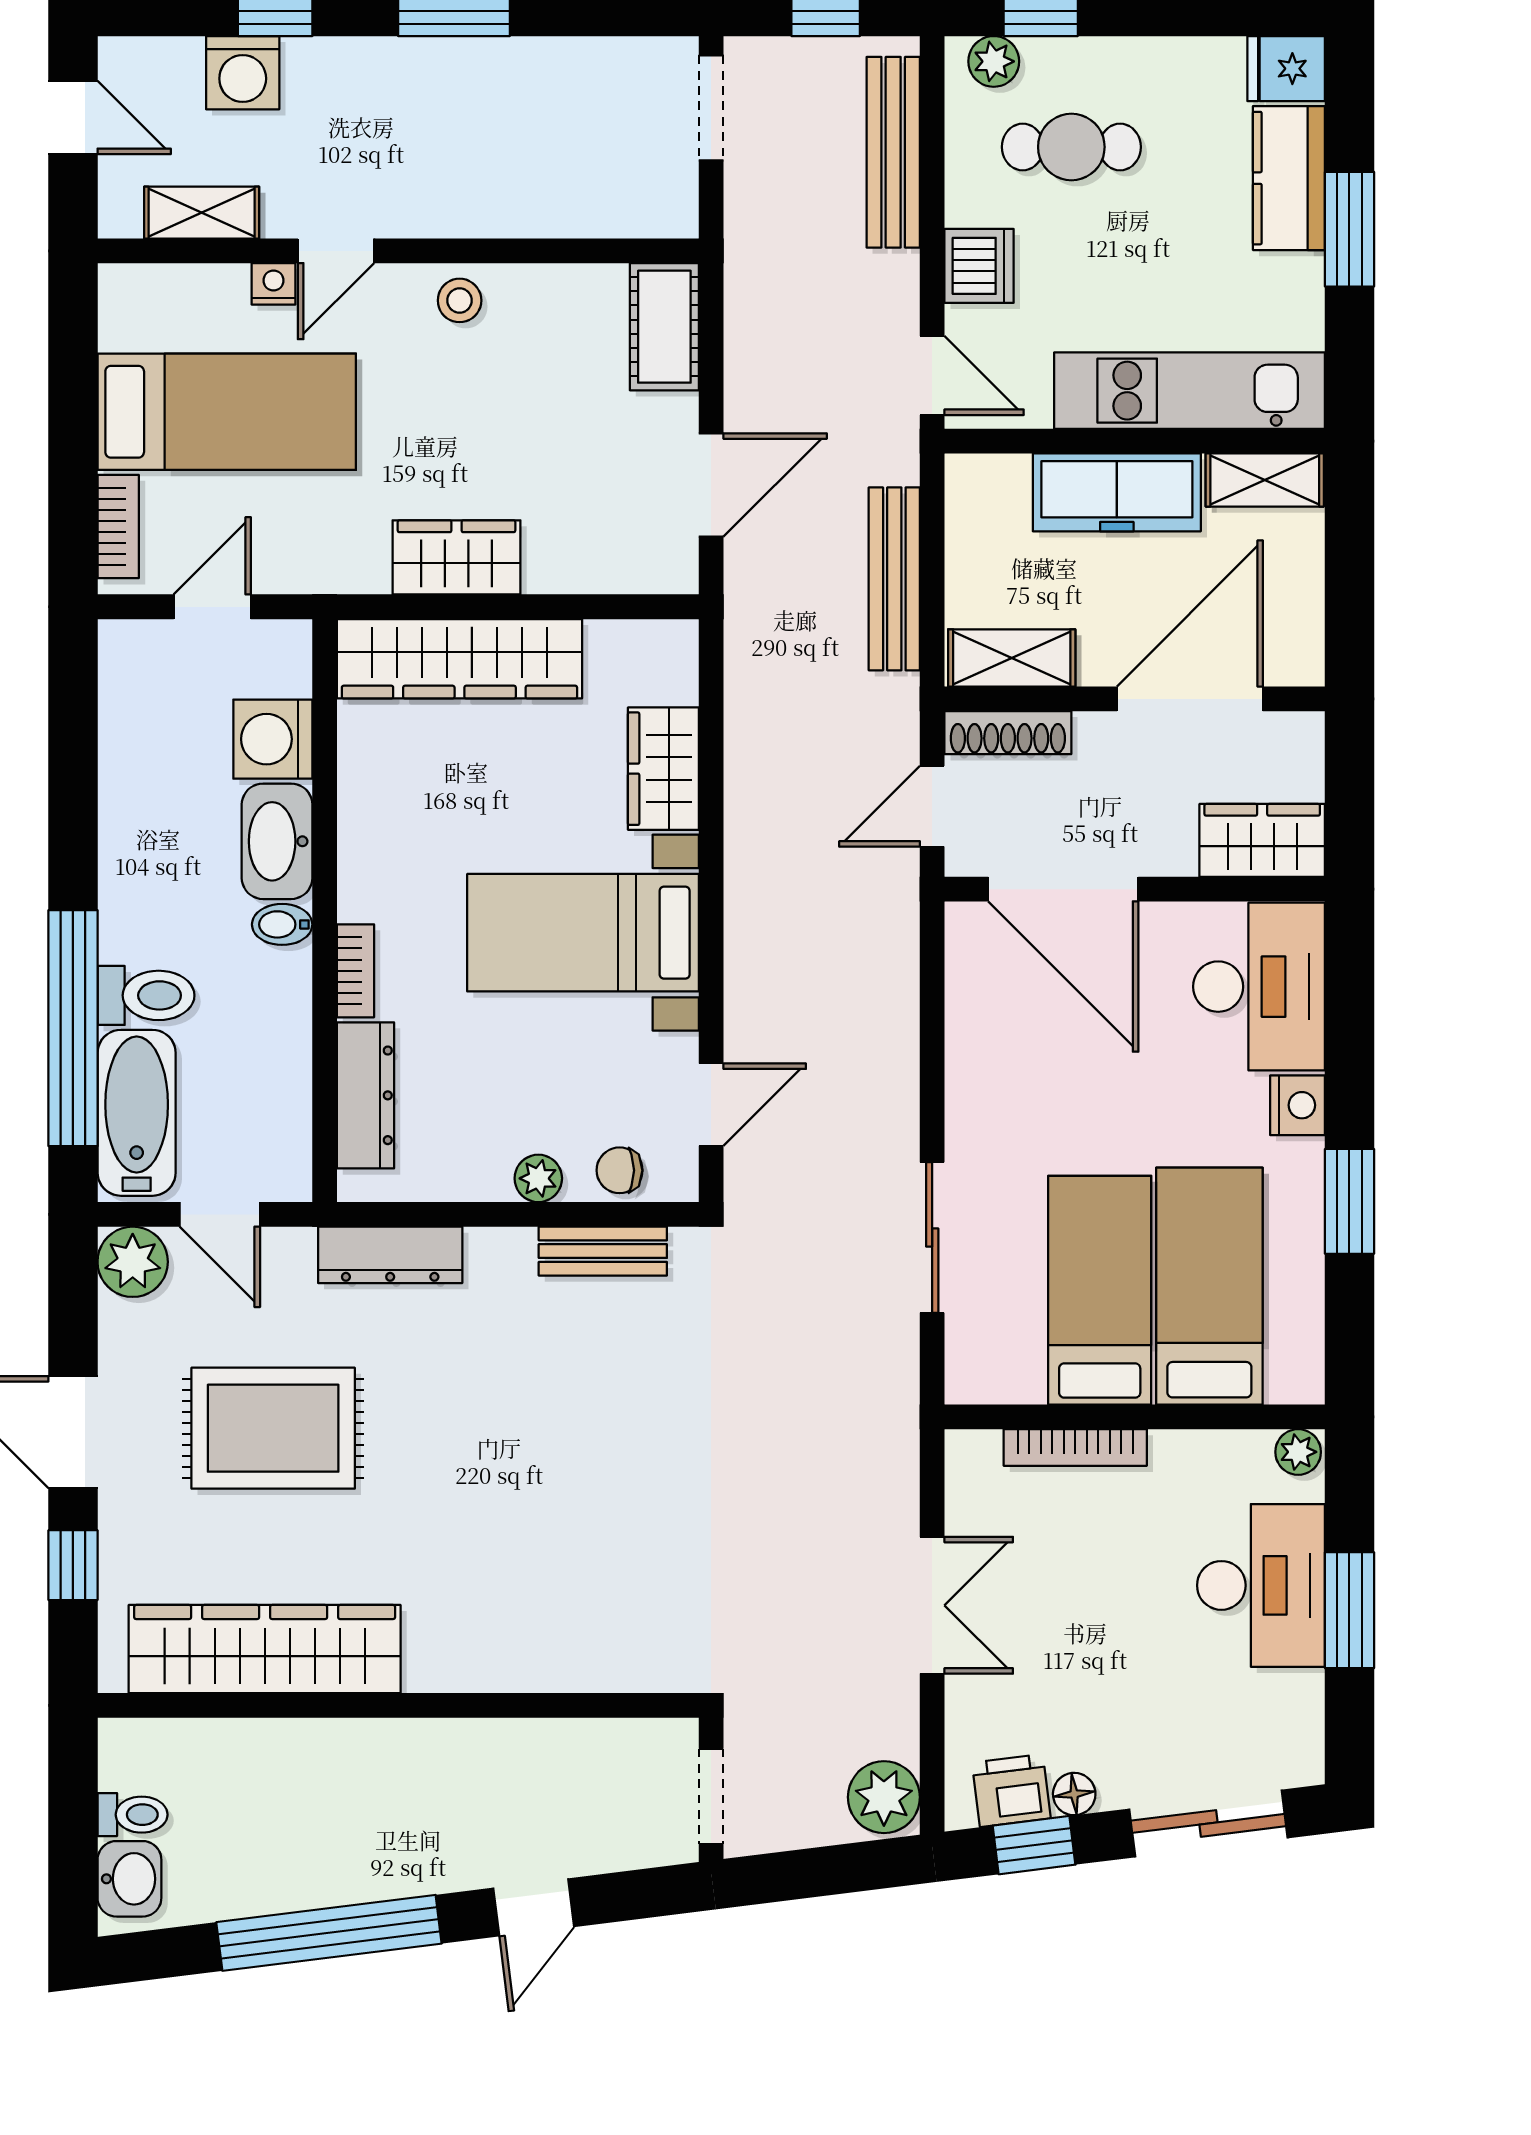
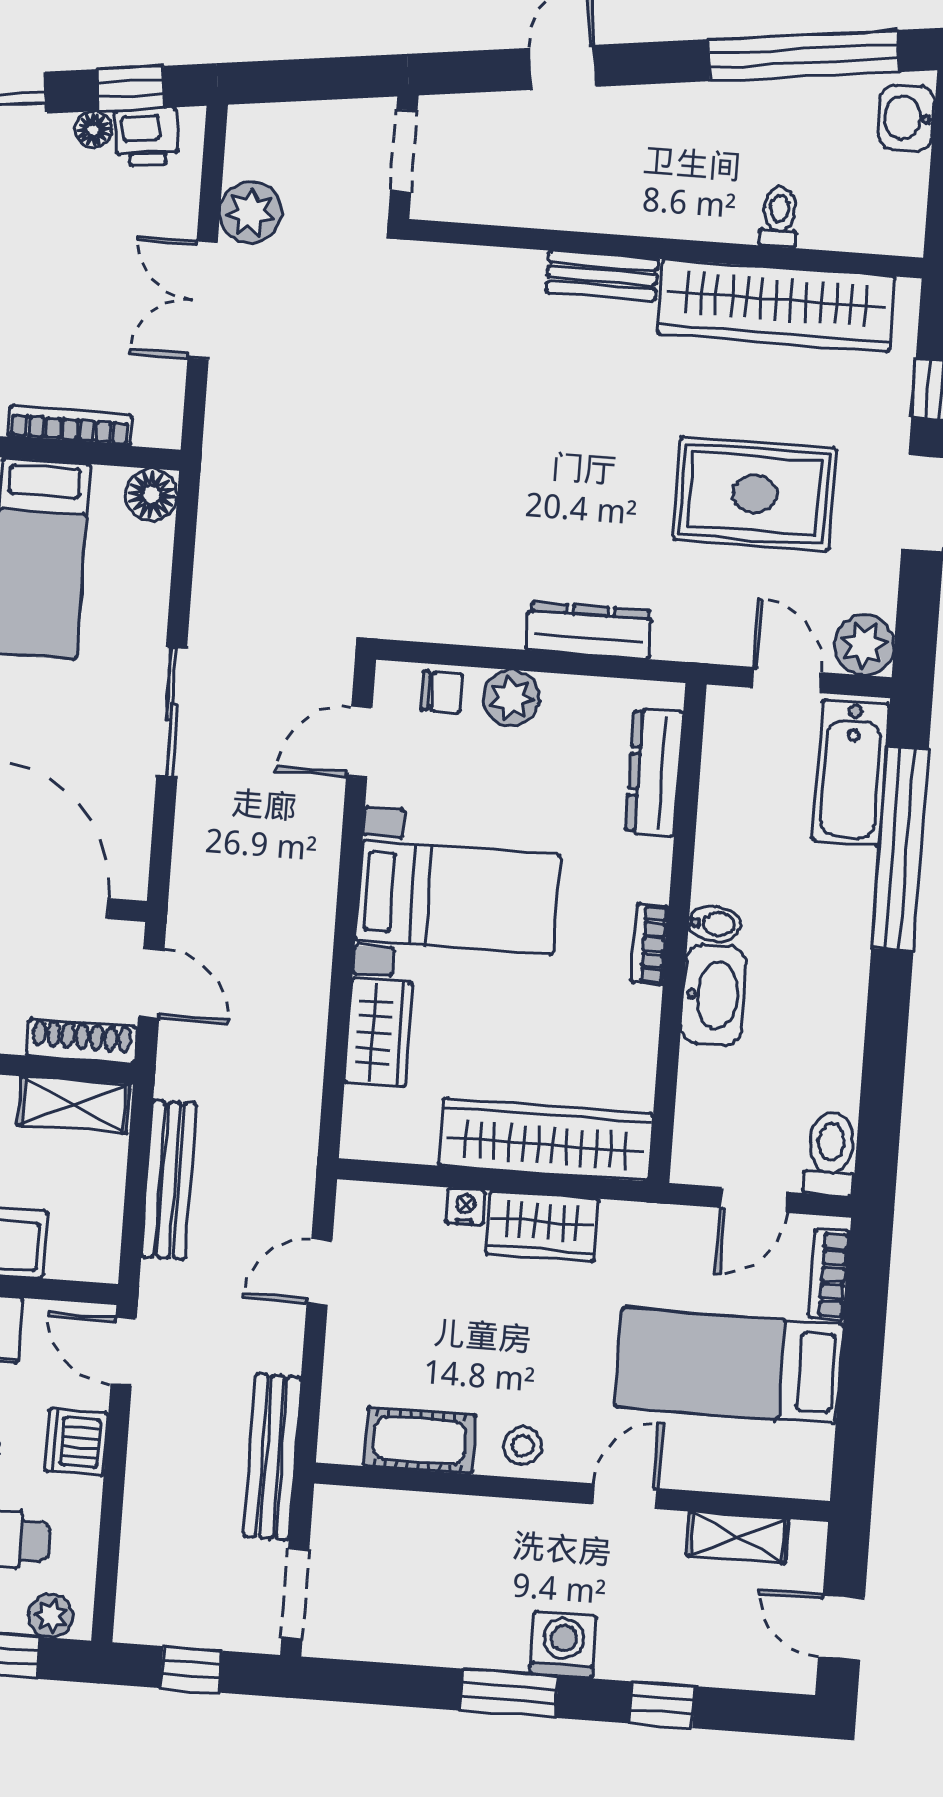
washing machine: (243, 73) -> (563, 1645), moved
bench: (893, 152) -> (272, 1457), moved
nightstand: (273, 284) -> (465, 1207), moved, turned 180
cot: (664, 327) -> (420, 1440), moved, turned 90
door: (711, 485) -> (319, 1272), width x0.73
washing machine: (273, 739) -> (711, 1083), removed
door: (932, 806) -> (151, 983), hinge flipped
bookcase: (355, 971) -> (650, 944), moved
toilet: (146, 995) -> (831, 1153), moved, turned 90
plant: (538, 1178) -> (511, 698), width x1.38, depth x1.38
sliding door: (932, 1237) -> (172, 712), moved
bench: (603, 1251) -> (602, 276), moved
dresser: (390, 1255) -> (589, 630), moved
floor lamp: (975, 1374) -> (151, 495), added
plant: (884, 1797) -> (251, 212), moved
toilet: (133, 1815) -> (779, 217), moved, turned 90
window: (329, 1933) -> (804, 56), moved

